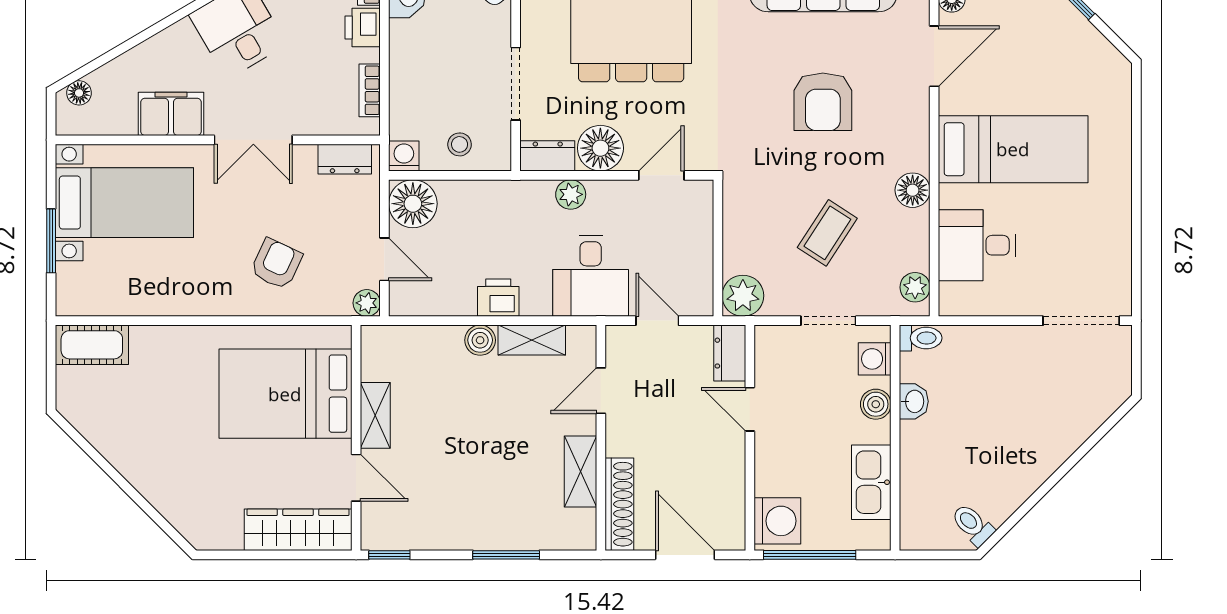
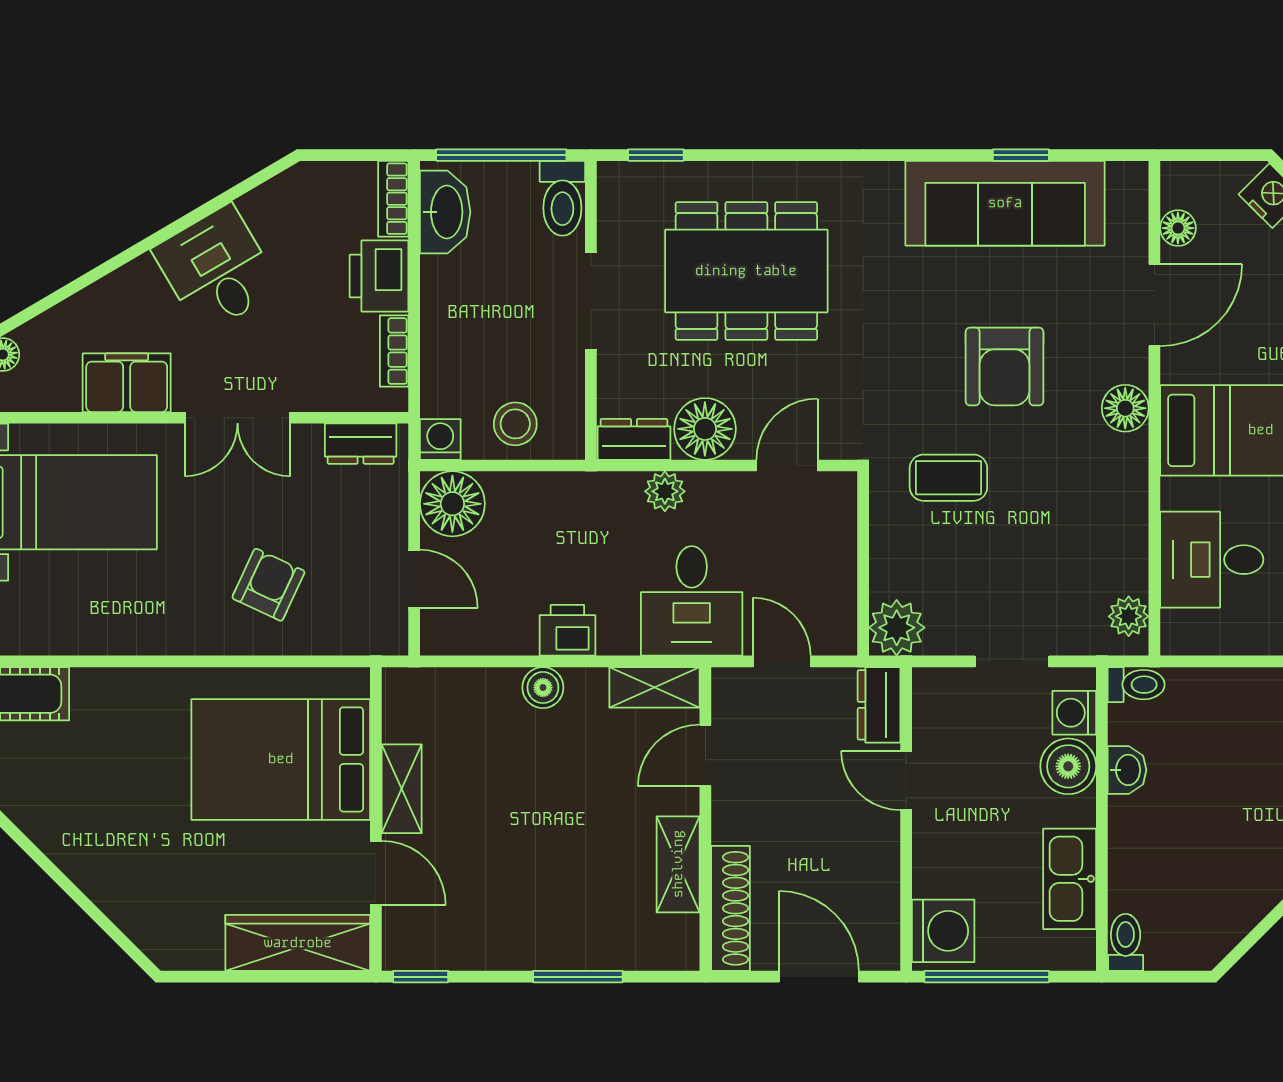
printer: (363, 28) -> (379, 276), width x1.36, depth x1.24
doorway: (516, 84) -> (591, 301), moved
stool: (460, 144) -> (515, 424), width x1.37, depth x1.37
floor lamp: (913, 190) -> (1125, 408), moved
coffee table: (827, 233) -> (948, 478), moved, turned 57
plant: (367, 303) -> (390, 637), removed
shelving: (532, 340) -> (655, 687), moved
boiler: (876, 404) -> (1068, 766), width x1.36, depth x1.36
toilet: (973, 525) -> (1126, 942), moved, turned 45

